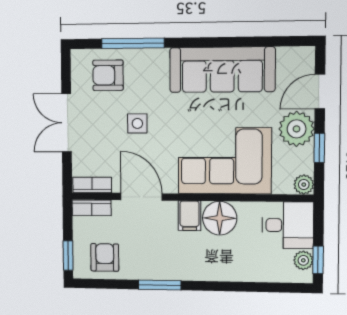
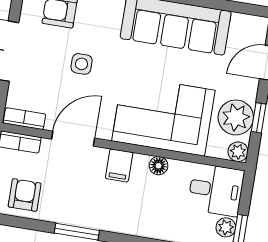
plant: (297, 129) -> (236, 117), moved
door: (141, 197) -> (73, 139), hinge flipped
floor lamp: (220, 218) -> (159, 166), width x0.53, depth x0.53

